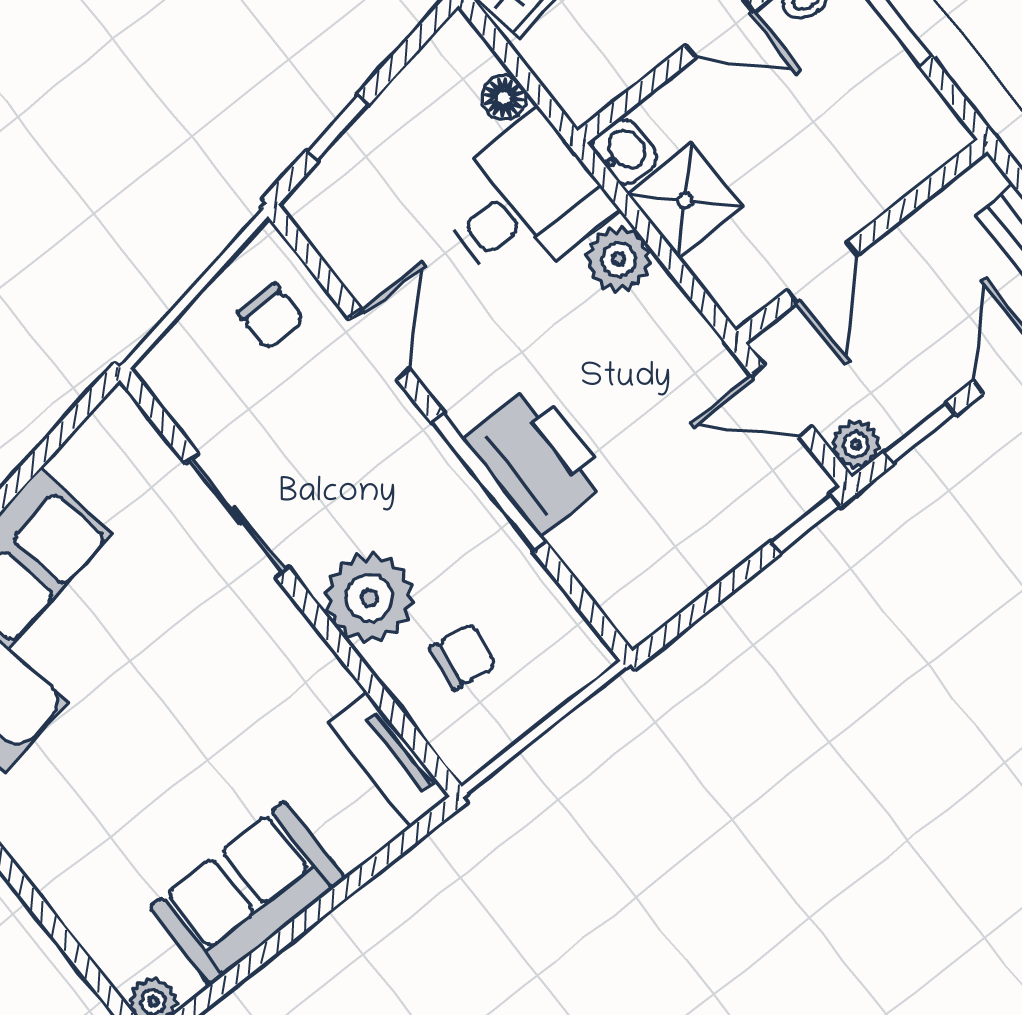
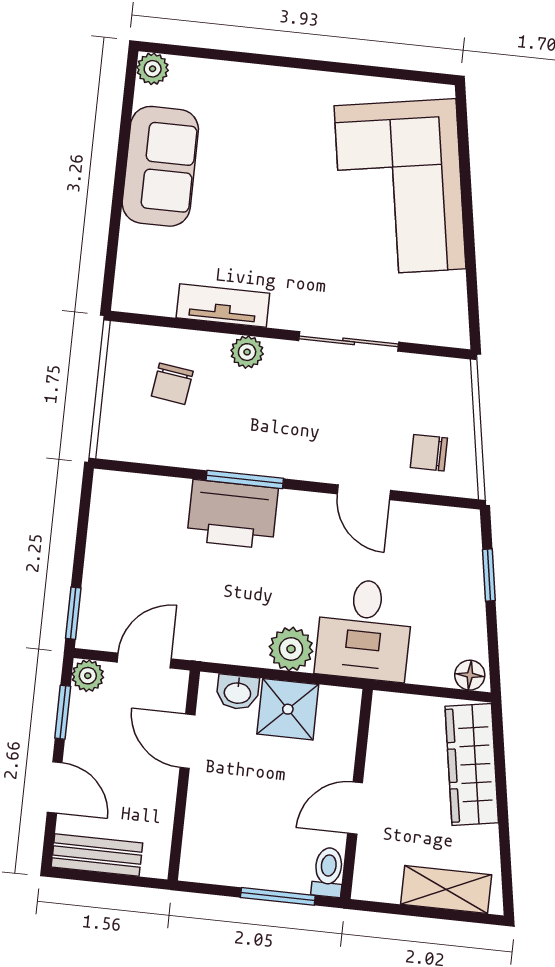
floor lamp: (504, 98) -> (470, 675), moved
washbasin: (624, 151) -> (238, 692), moved
window: (489, 482) -> (245, 479), width x0.69
plant: (369, 598) -> (247, 352), width x0.53, depth x0.53
tv unit: (389, 760) -> (223, 305), moved

